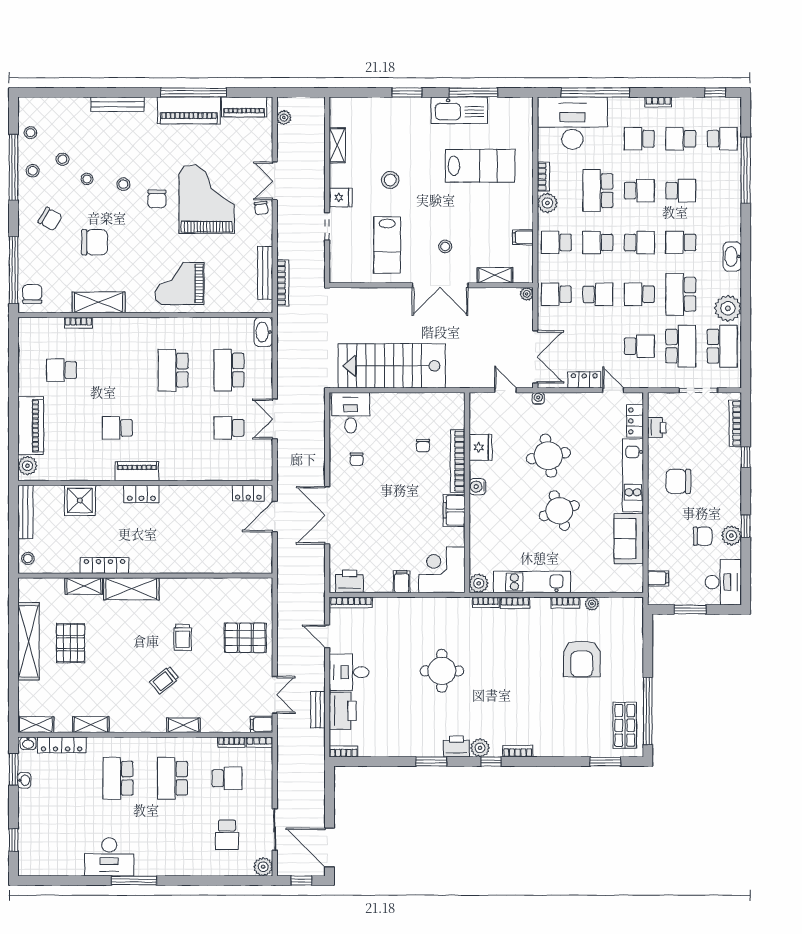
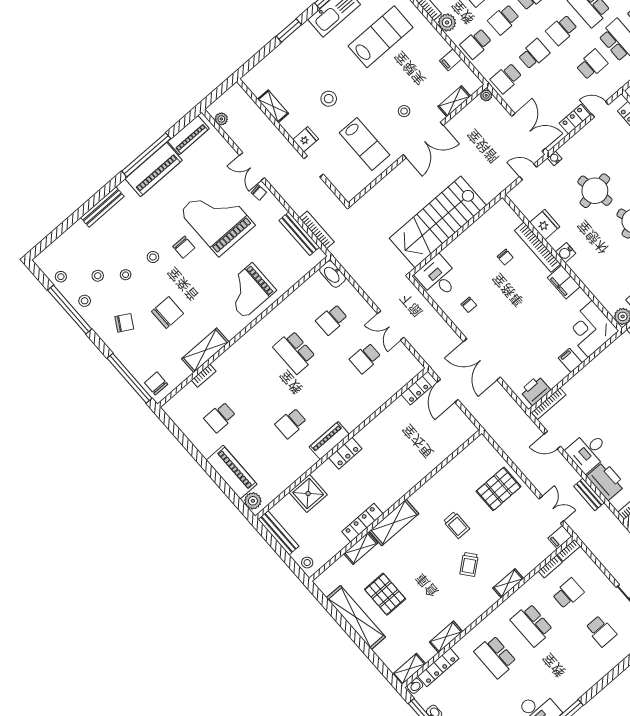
school desk: (229, 370) -> (332, 320), width x0.54

